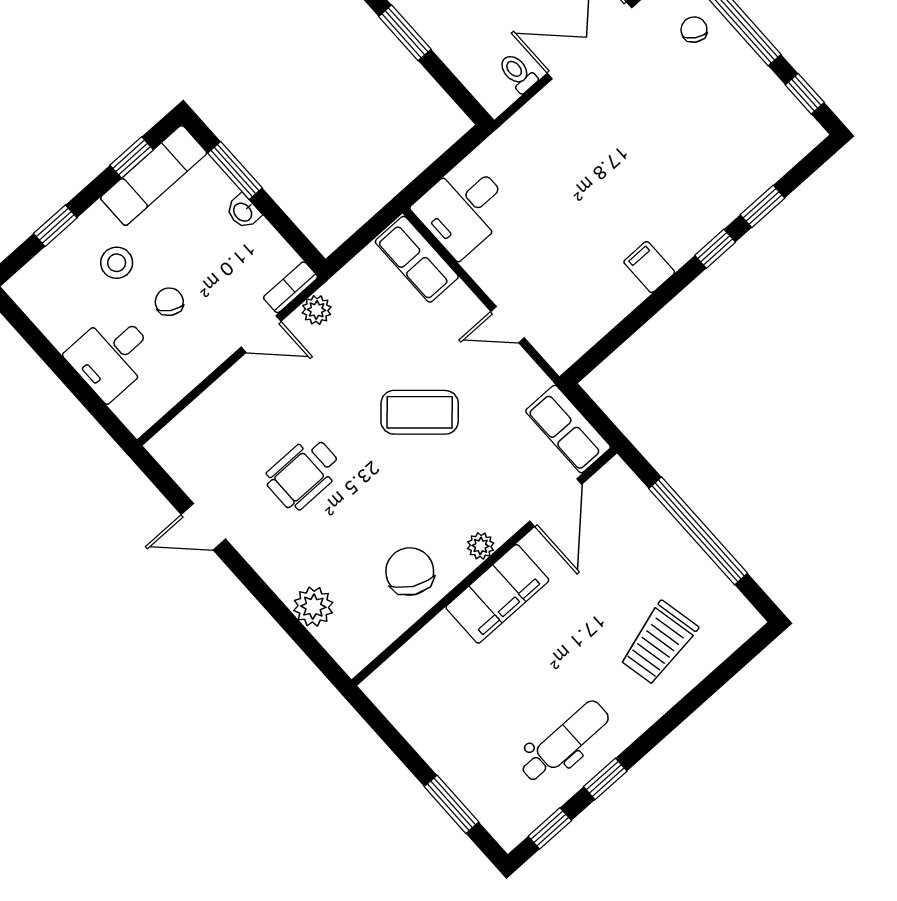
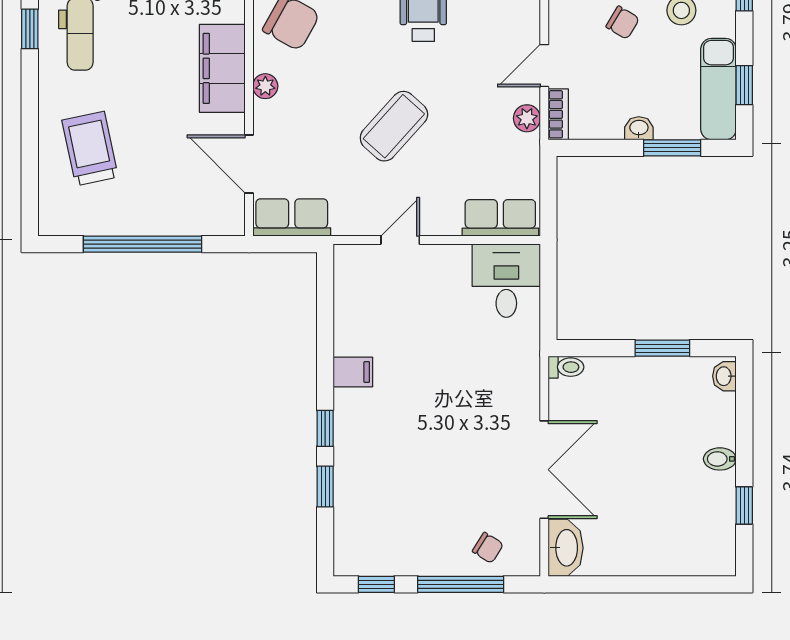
toilet: (518, 73) -> (566, 367), moved

